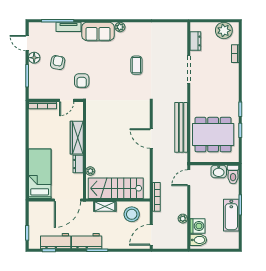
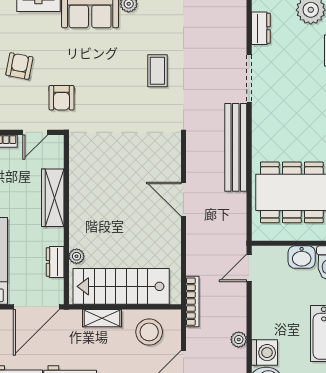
bench: (181, 127) -> (236, 147), moved
dresser: (78, 164) -> (55, 262), moved

